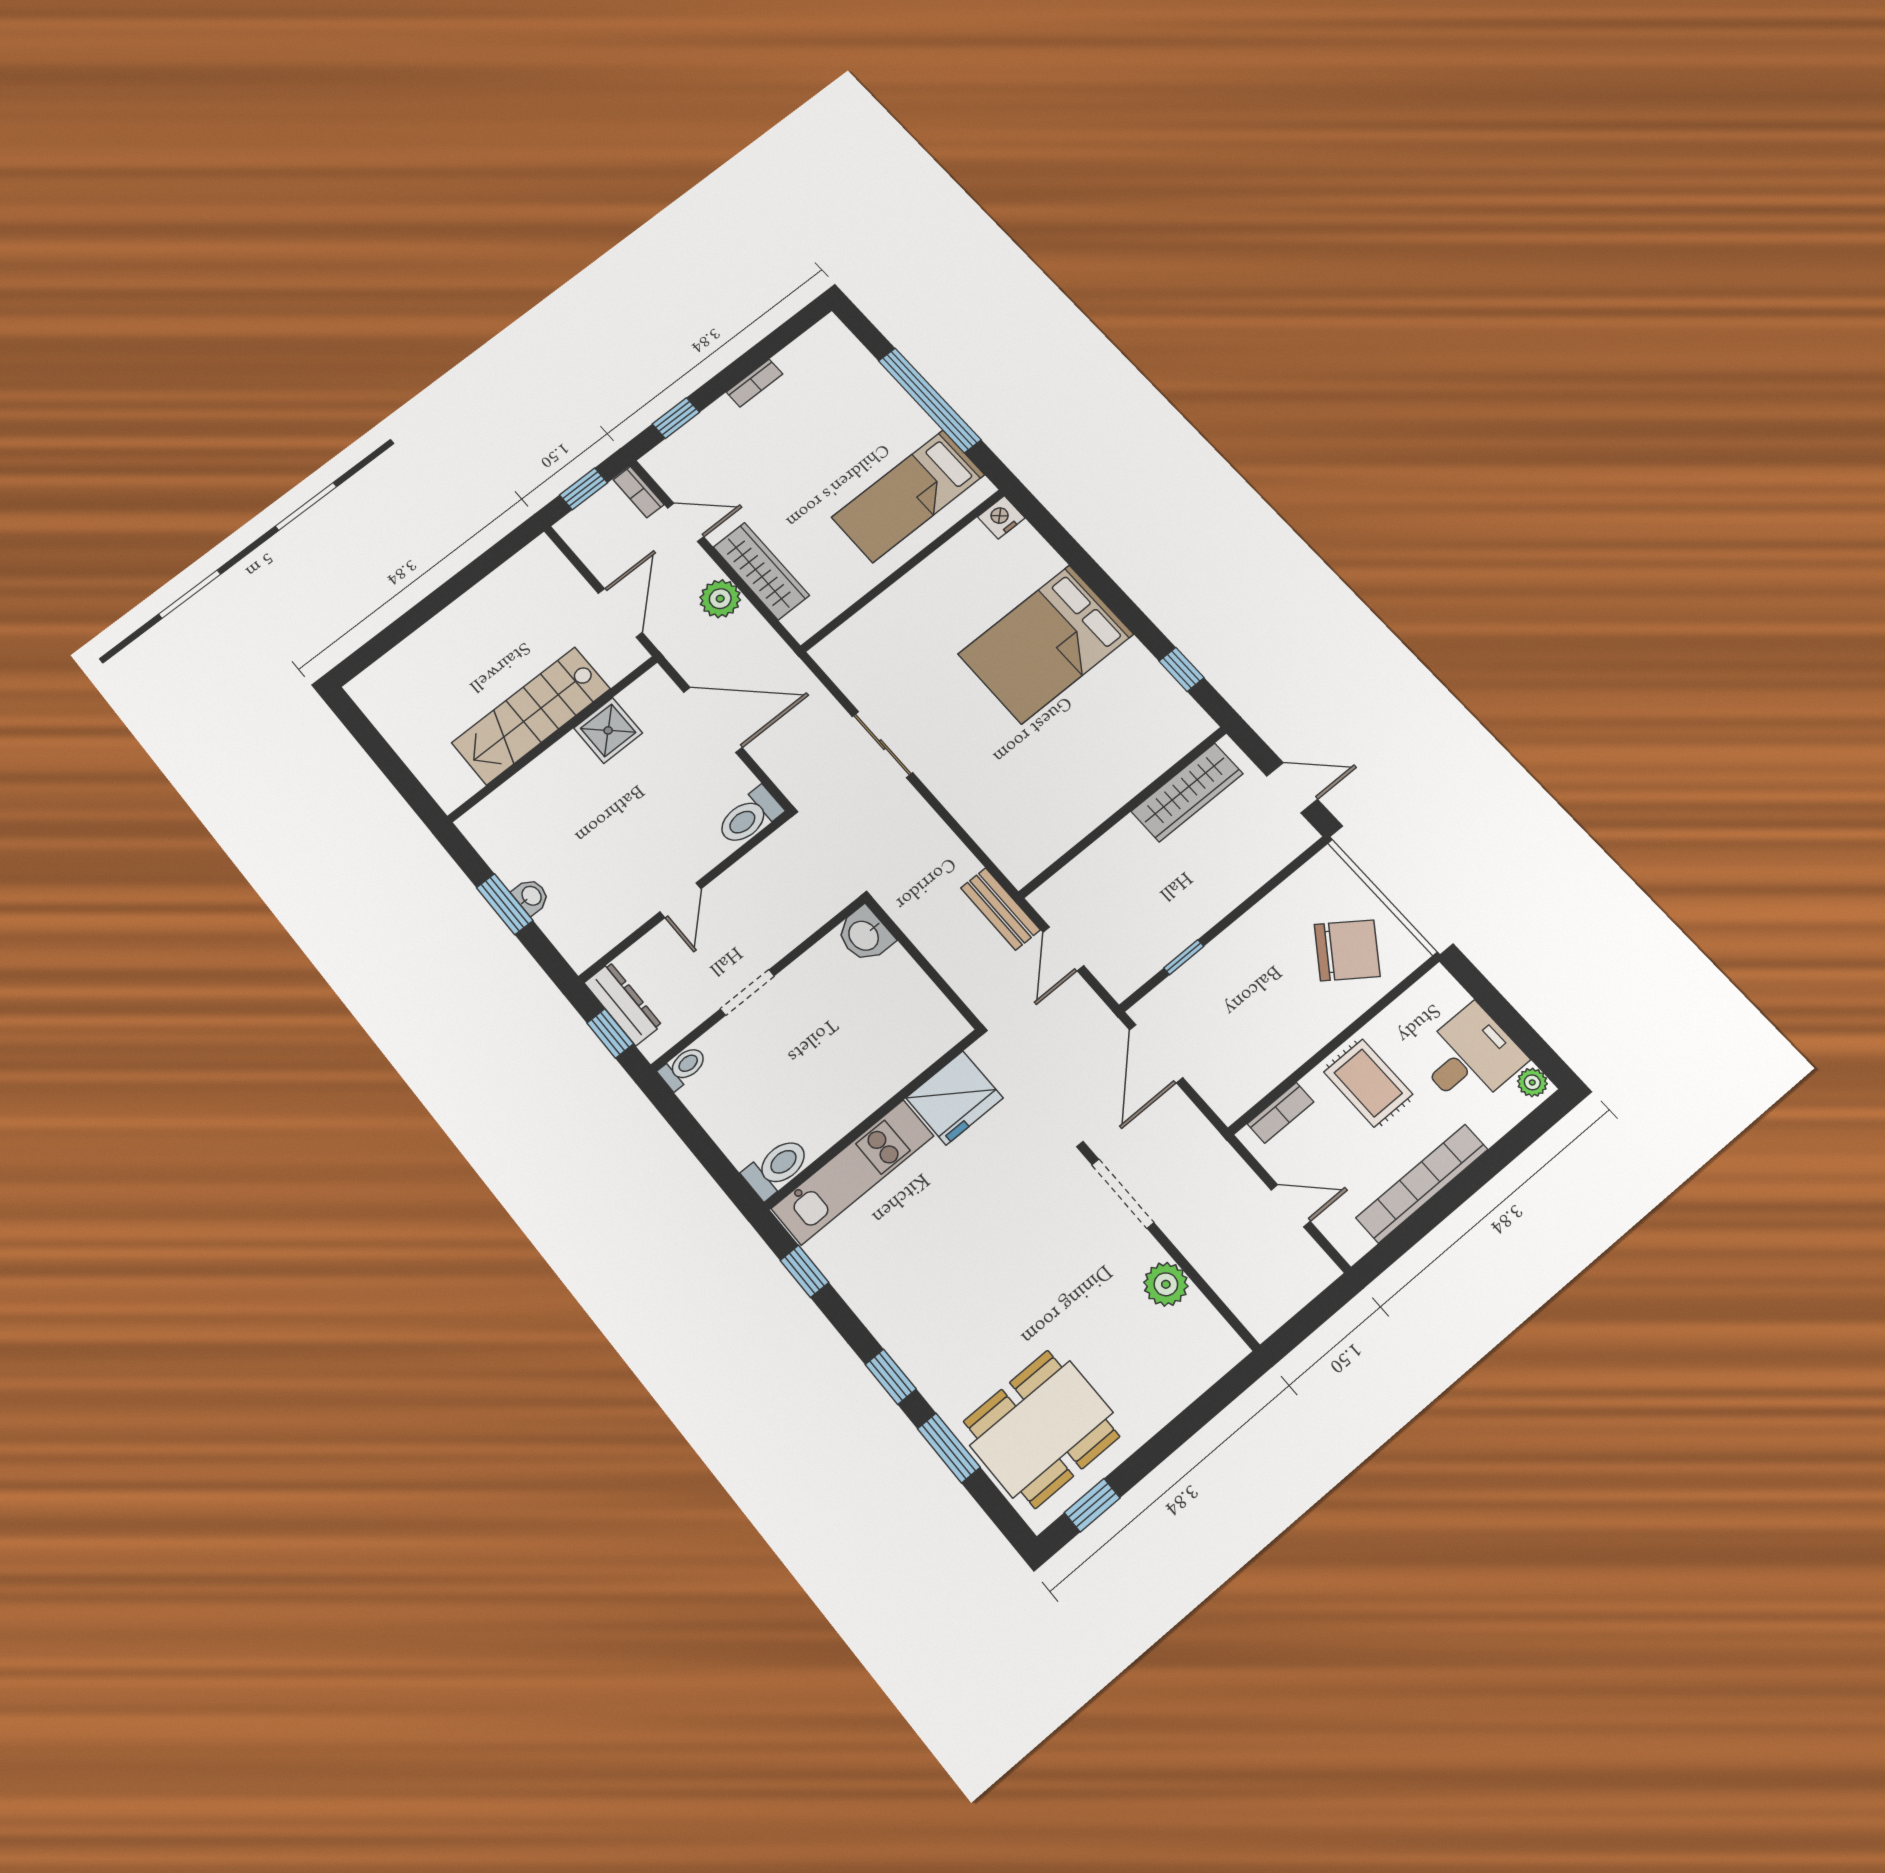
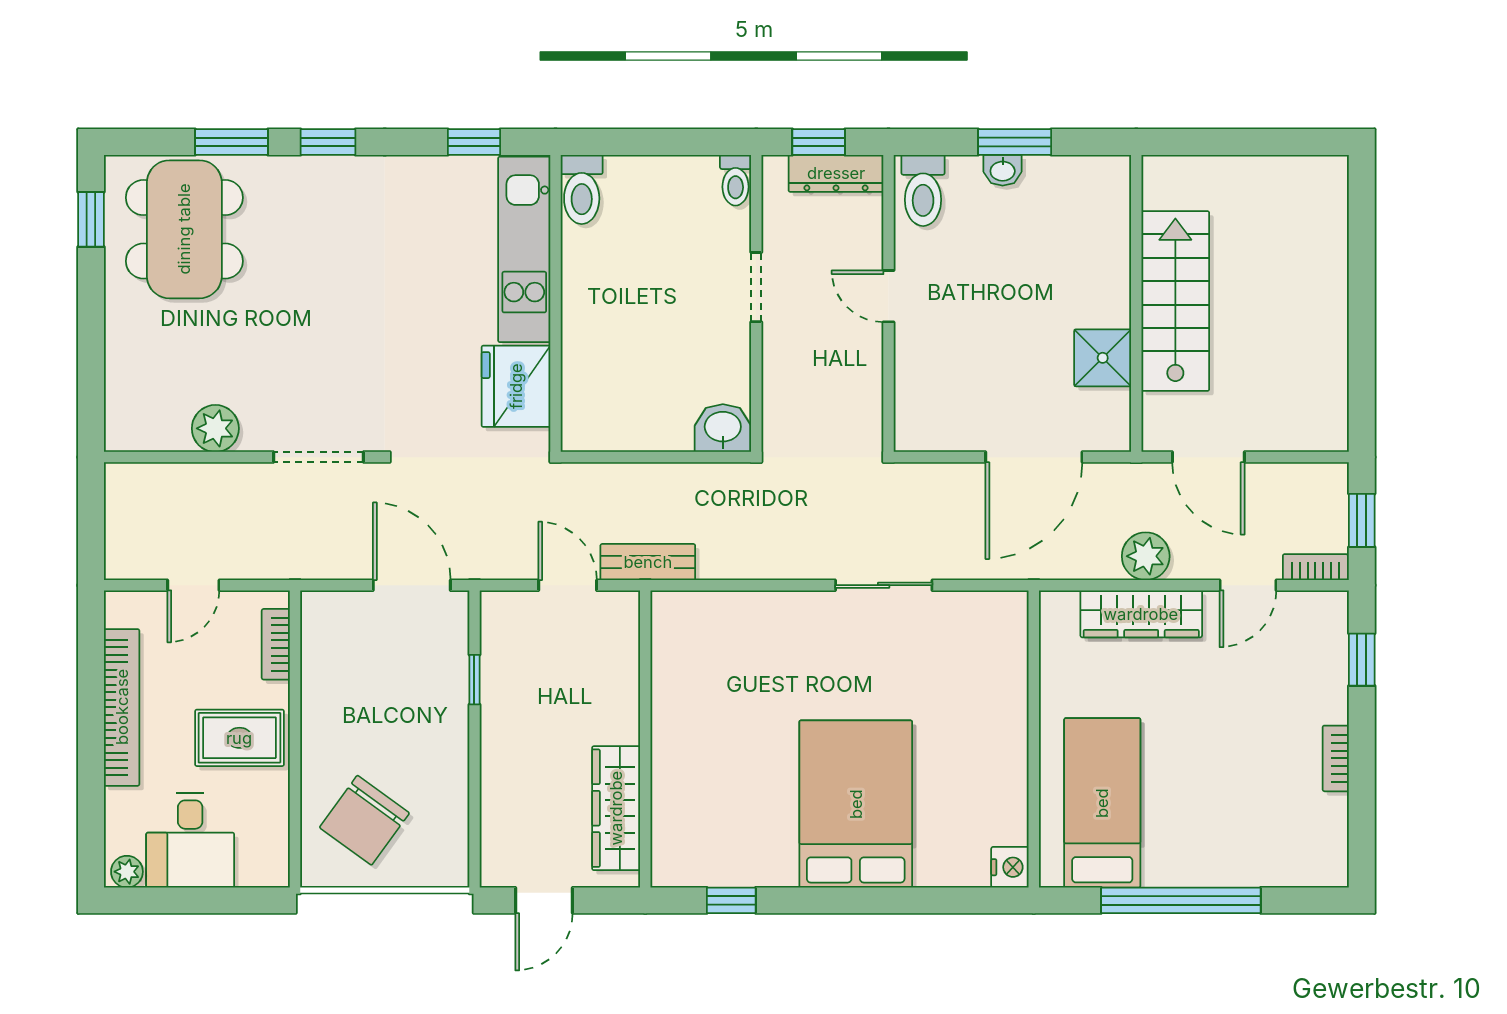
toilet: (749, 817) -> (923, 190), moved, turned 180

